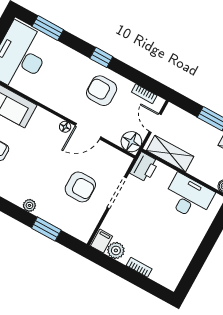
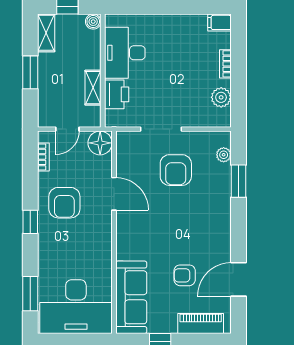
floor lamp: (65, 127) -> (122, 220), removed
shelving: (170, 154) -> (93, 88), width x0.67, depth x0.75
printer: (144, 167) -> (117, 94), moved, turned 90
armchair: (80, 187) -> (176, 170), turned 180
plant: (29, 205) -> (224, 155), moved
filing cabinet: (102, 241) -> (220, 22), moved

